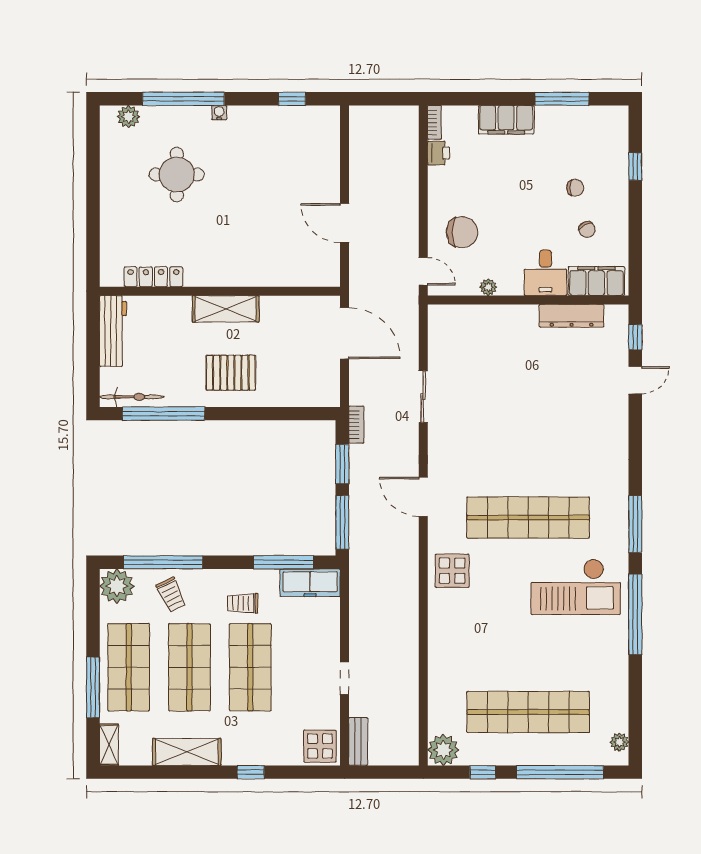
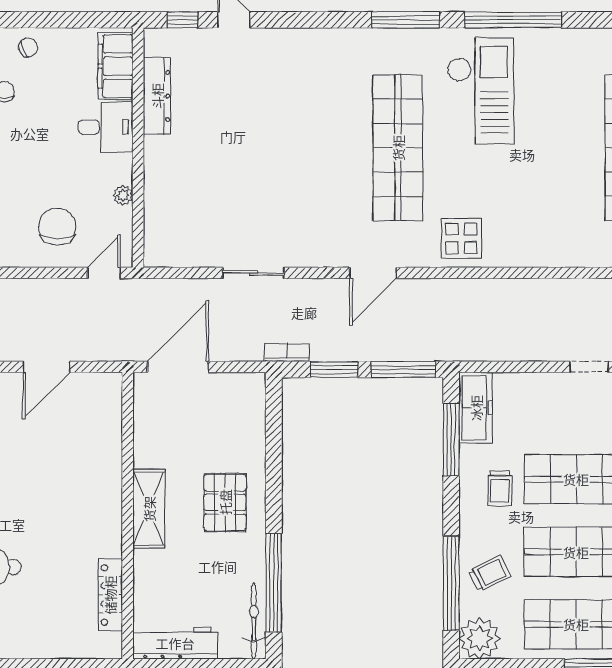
chair: (587, 230) -> (28, 47), moved

